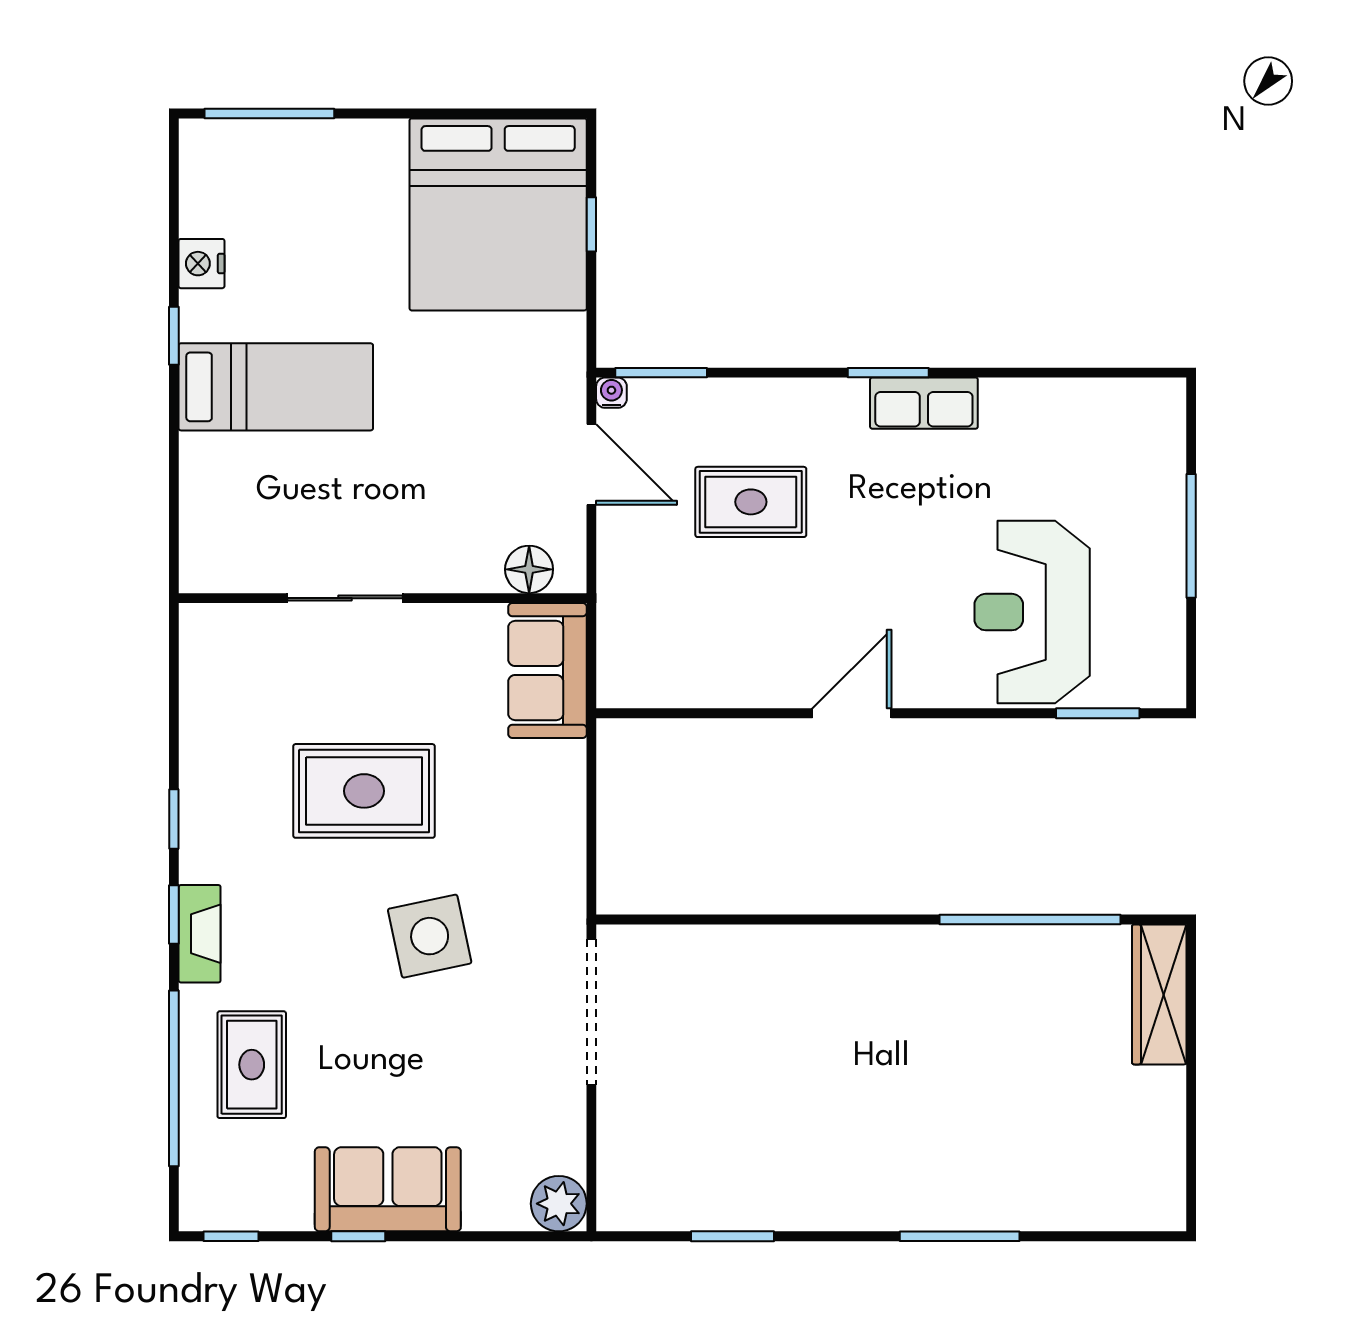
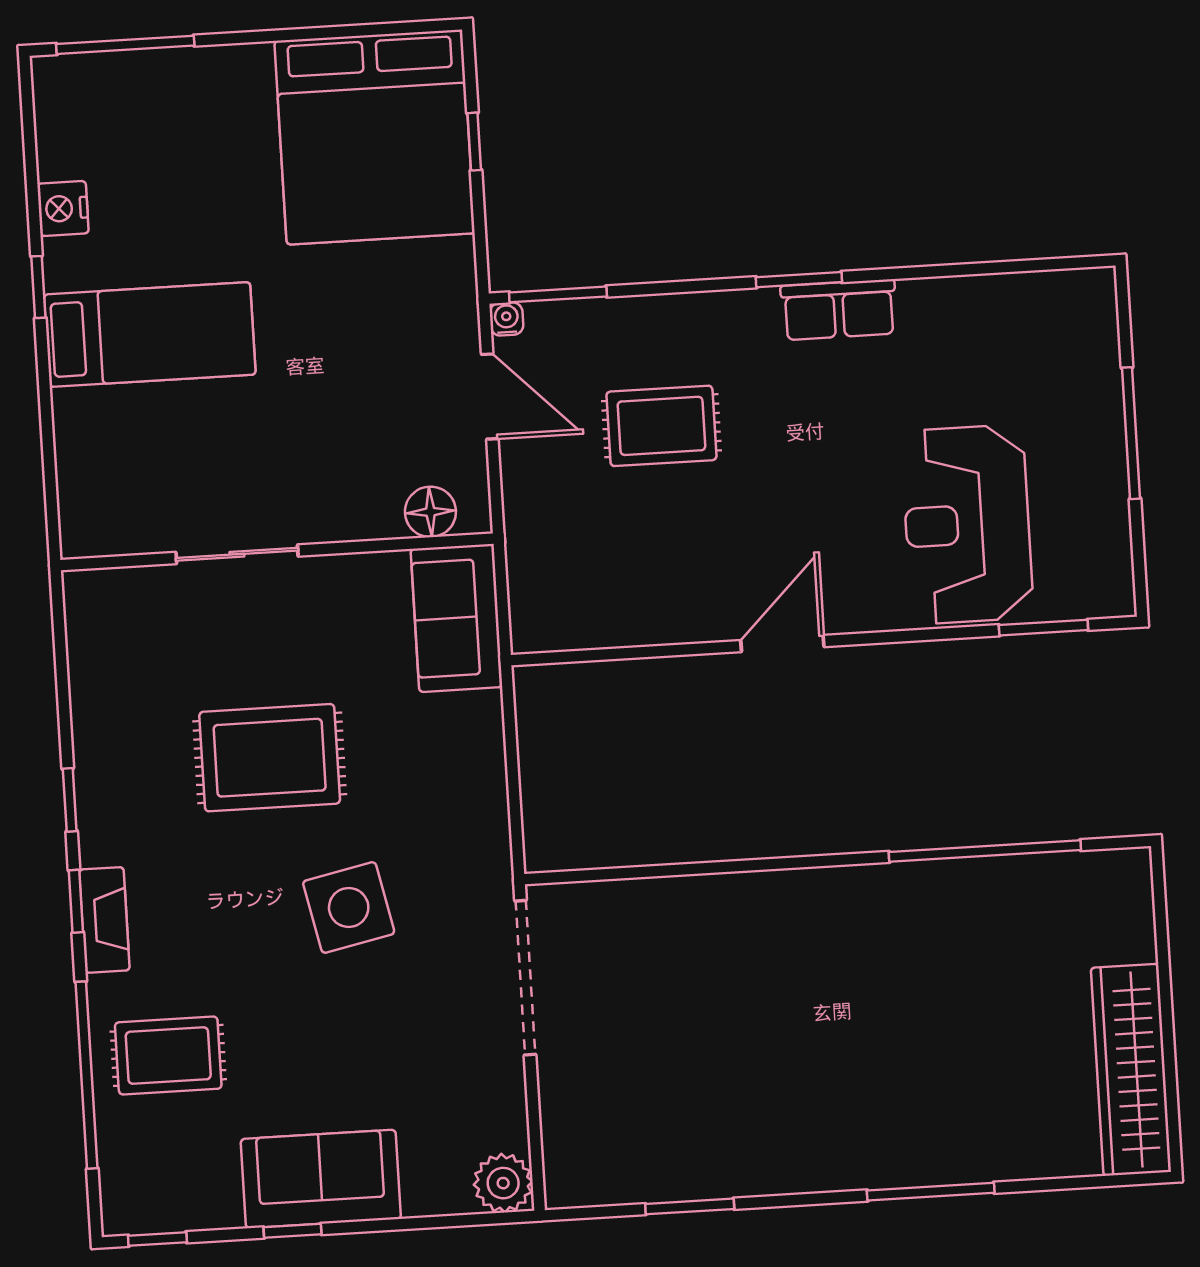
wardrobe: (1159, 994) -> (1131, 1070), moved, width x1.40, depth x1.17
rug: (252, 1065) -> (168, 1056), turned 90

